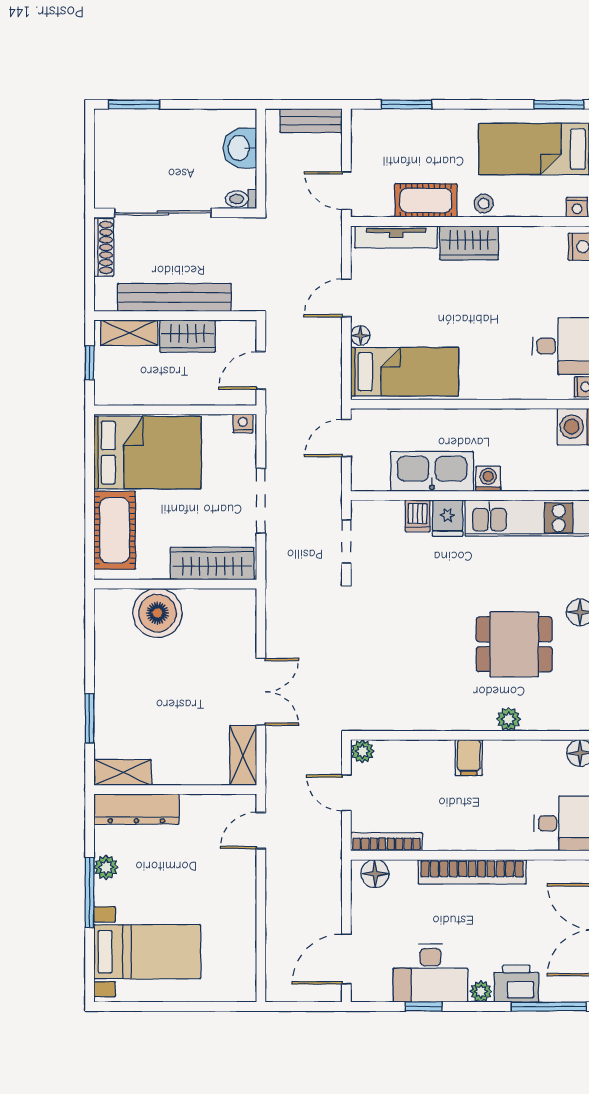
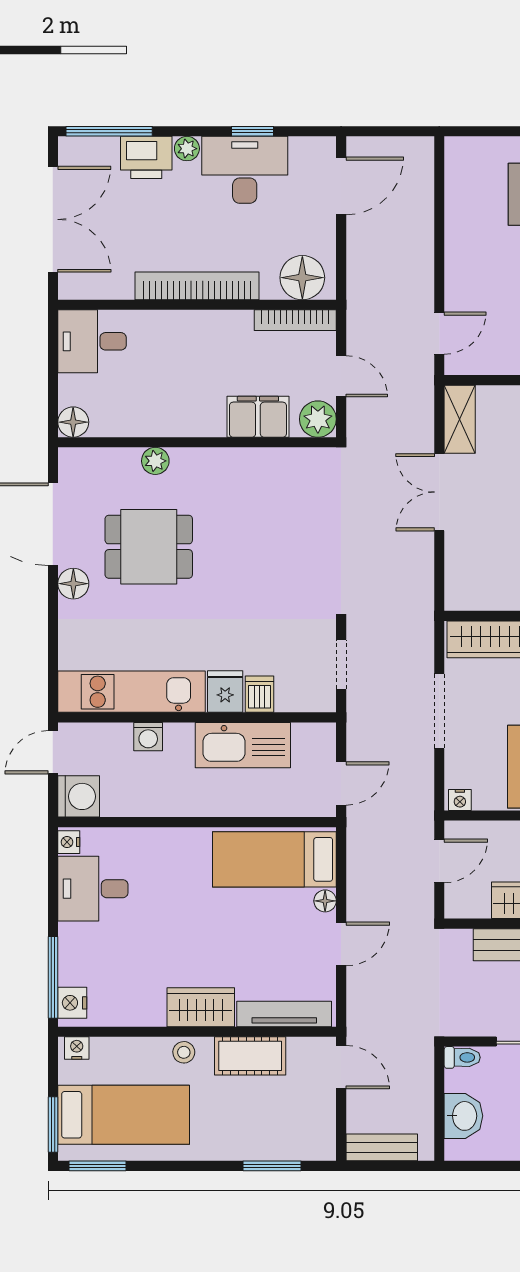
washing machine: (488, 479) -> (148, 737), moved
plant: (362, 751) -> (318, 419), width x1.38, depth x1.38
filing cabinet: (469, 758) -> (258, 417), moved, width x2.00
floor lamp: (375, 874) -> (302, 278), width x1.38, depth x1.38

